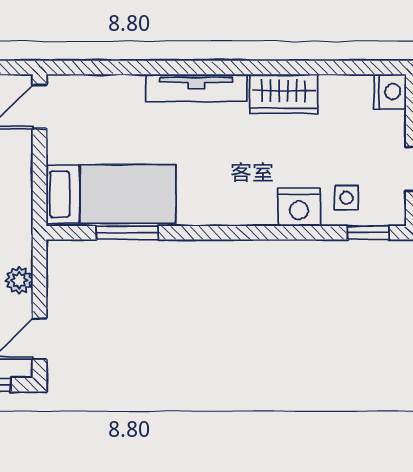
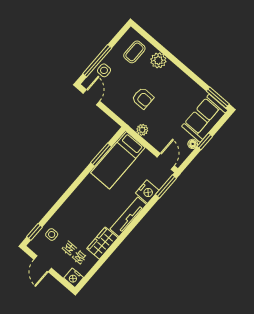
window: (84, 68) -> (166, 186), added
nightstand: (299, 207) -> (147, 192), moved, turned 180
plant: (19, 280) -> (142, 130), moved

